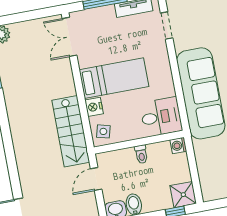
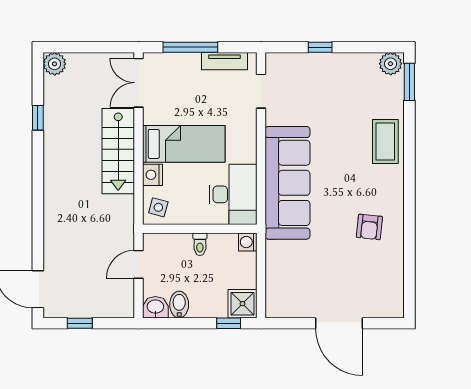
desk: (161, 117) -> (233, 194), width x1.37
stairs: (71, 131) -> (118, 151), moved

